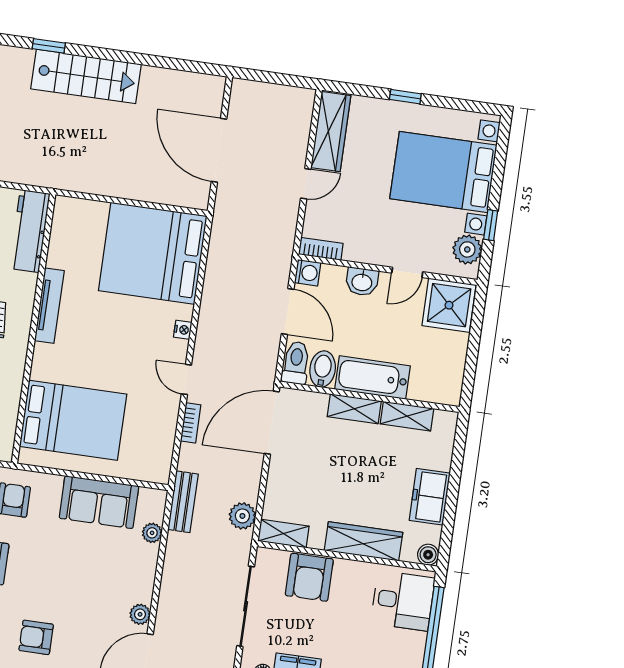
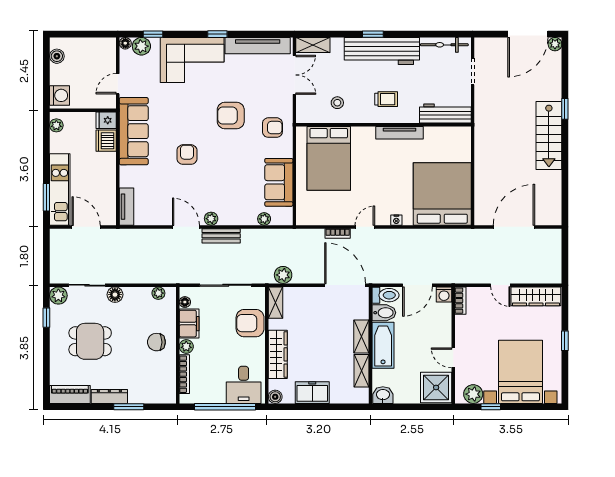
washbasin: (362, 282) -> (383, 395), moved, turned 90
bench: (183, 502) -> (221, 236), moved

